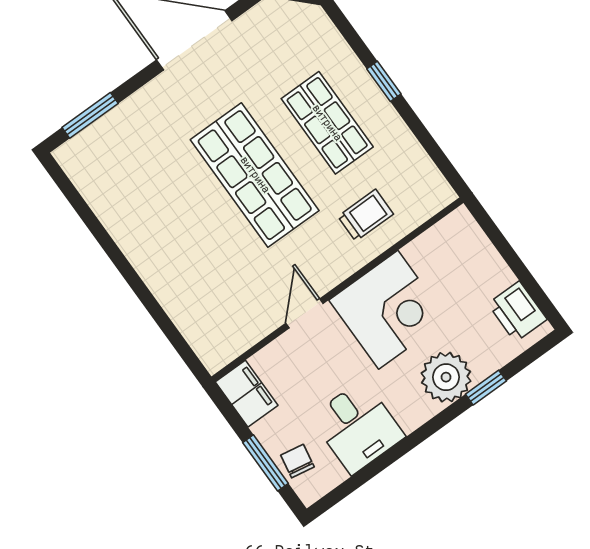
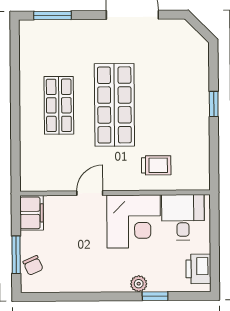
shop shelf: (327, 123) -> (59, 105), moved
plant: (446, 377) -> (139, 284), width x0.53, depth x0.53
desk: (357, 427) -> (183, 217), moved, turned 180
chair: (297, 461) -> (33, 265), turned 146

